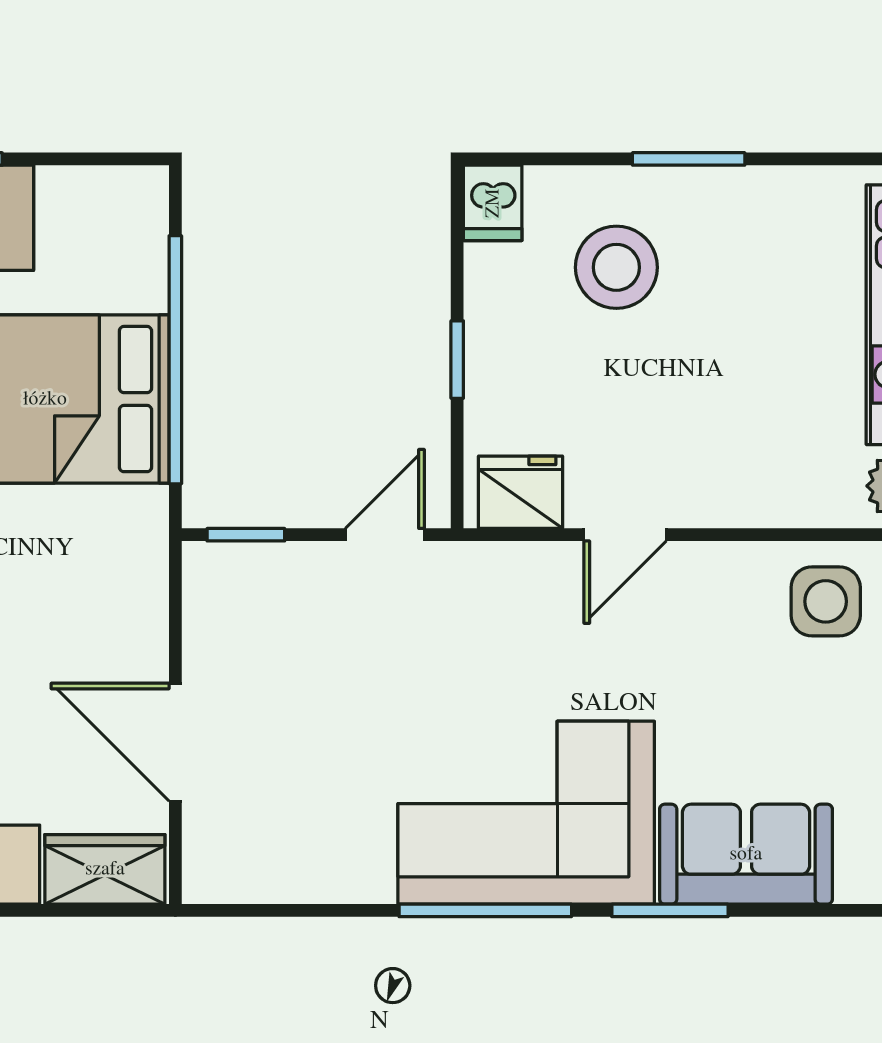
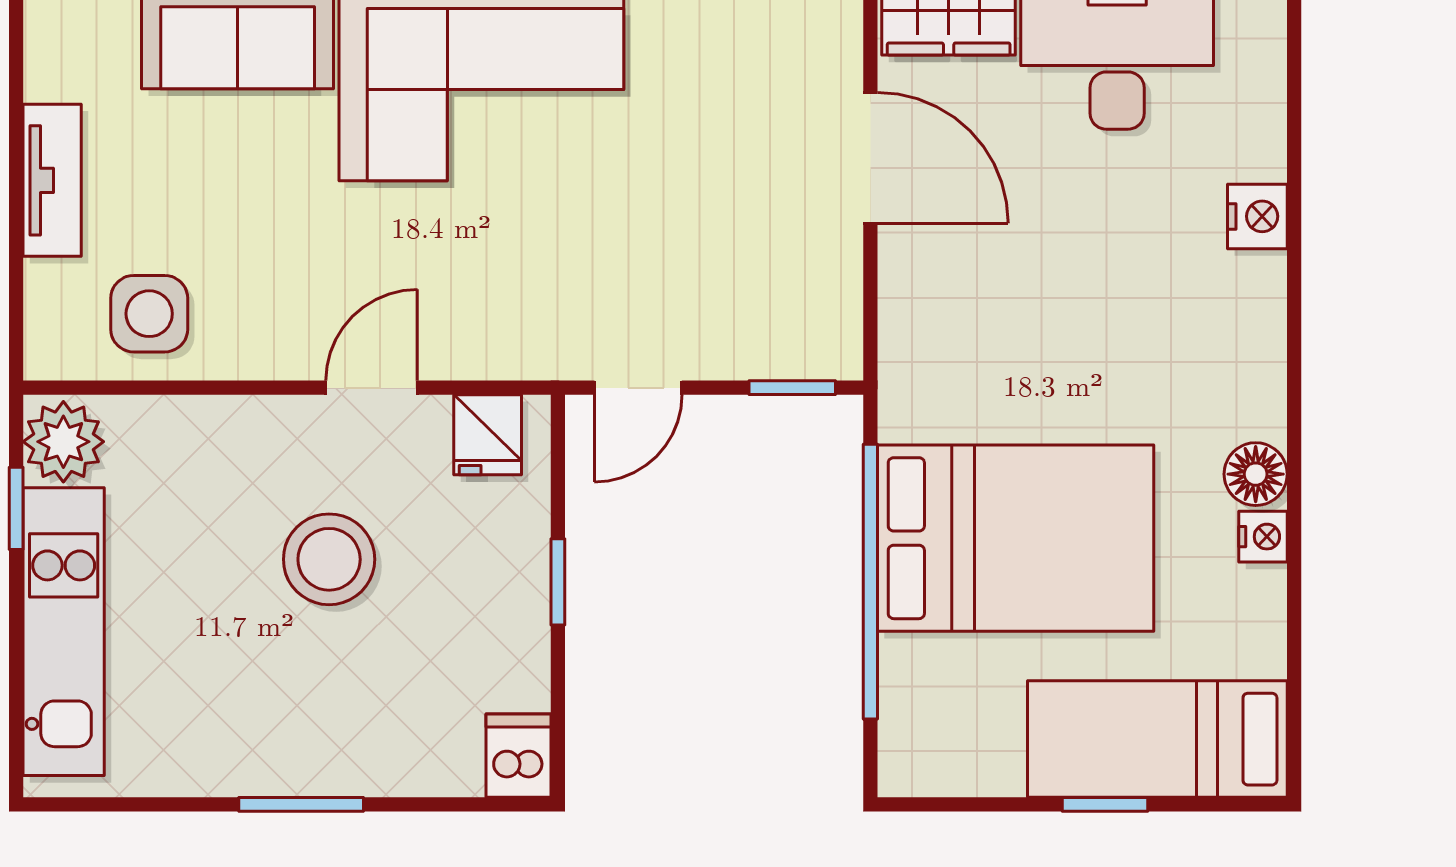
stool: (616, 267) -> (329, 559), moved
fridge: (521, 492) -> (488, 435), width x0.72

